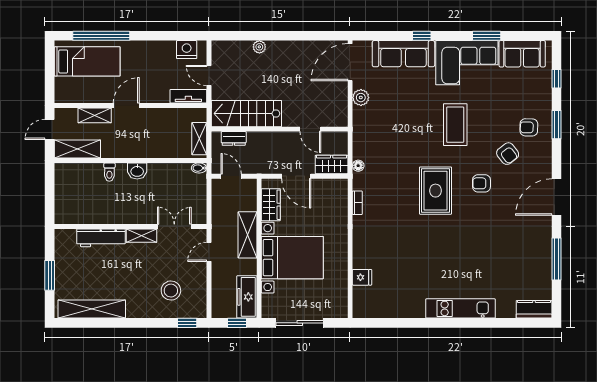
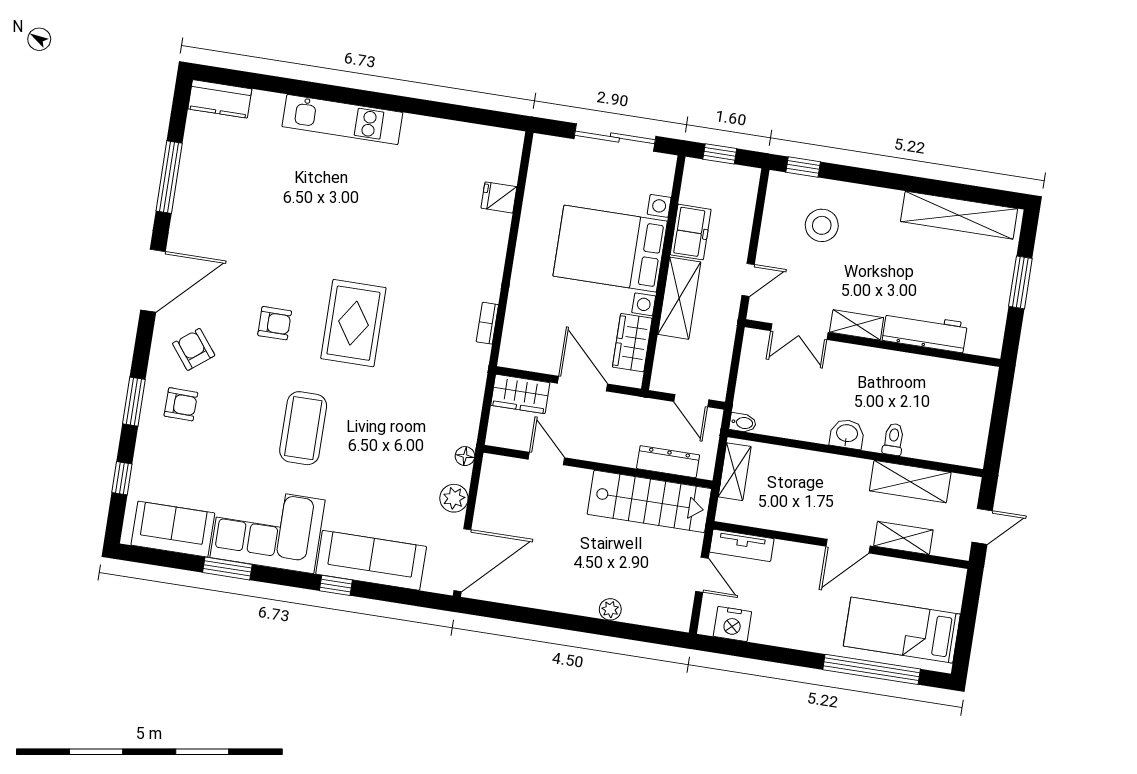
dresser: (234, 138) -> (668, 462), width x1.44
shelving: (77, 149) -> (910, 482), moved
armchair: (508, 154) -> (194, 349), moved
floor lamp: (358, 166) -> (465, 456), moved
freezer: (247, 297) -> (691, 232), moved, width x0.71

